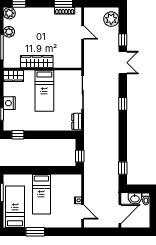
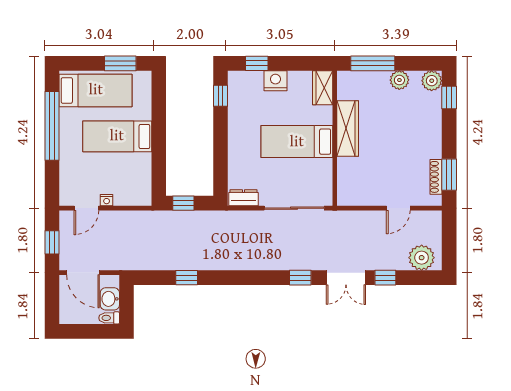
window: (123, 104) -> (300, 278), moved
window: (123, 168) -> (187, 278), moved
window: (35, 232) -> (52, 126), width x2.11
window: (102, 232) -> (52, 242), added

